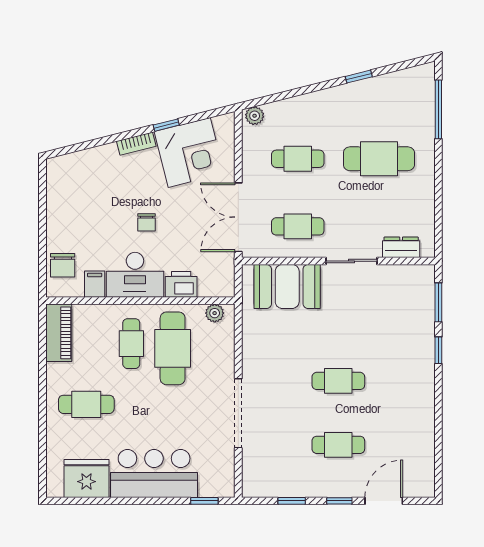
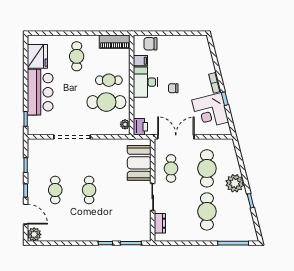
plant: (255, 116) -> (235, 183), moved, width x1.87, depth x1.87
cafe table: (298, 159) -> (207, 168), width x1.37, depth x1.35
printer: (181, 284) -> (140, 127), moved
plant: (422, 485) -> (34, 234), added

